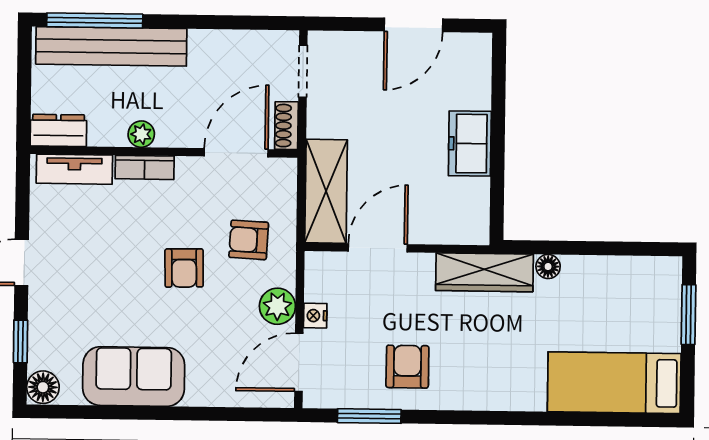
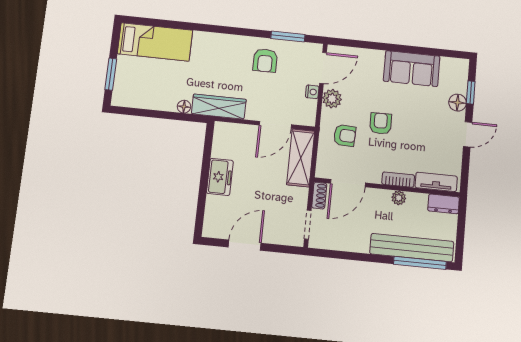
floor lamp: (43, 387) -> (458, 103), moved

